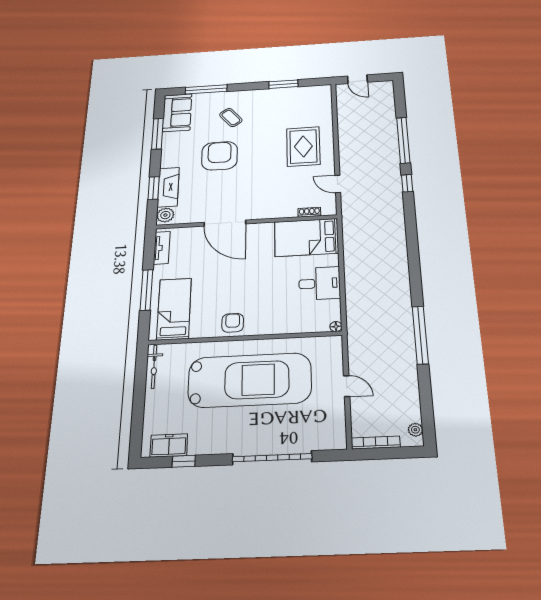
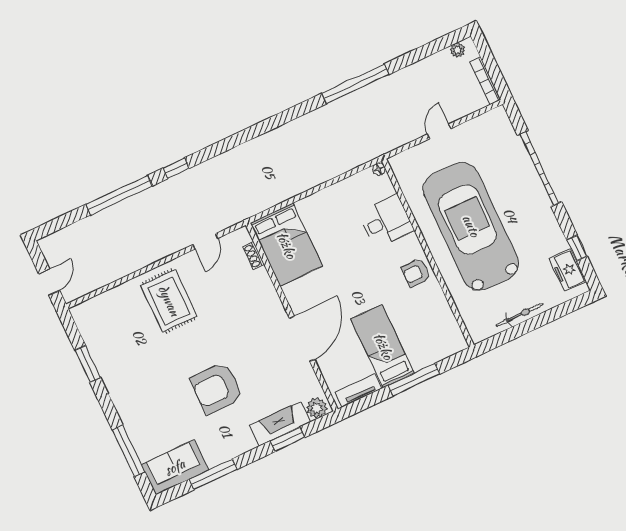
coffee table: (231, 118) -> (159, 402), removed
rug: (303, 146) -> (169, 301), turned 90
desk: (320, 283) -> (386, 221), moved, turned 90
bed: (174, 309) -> (383, 346), moved, turned 90
bicycle: (154, 367) -> (520, 315), moved

